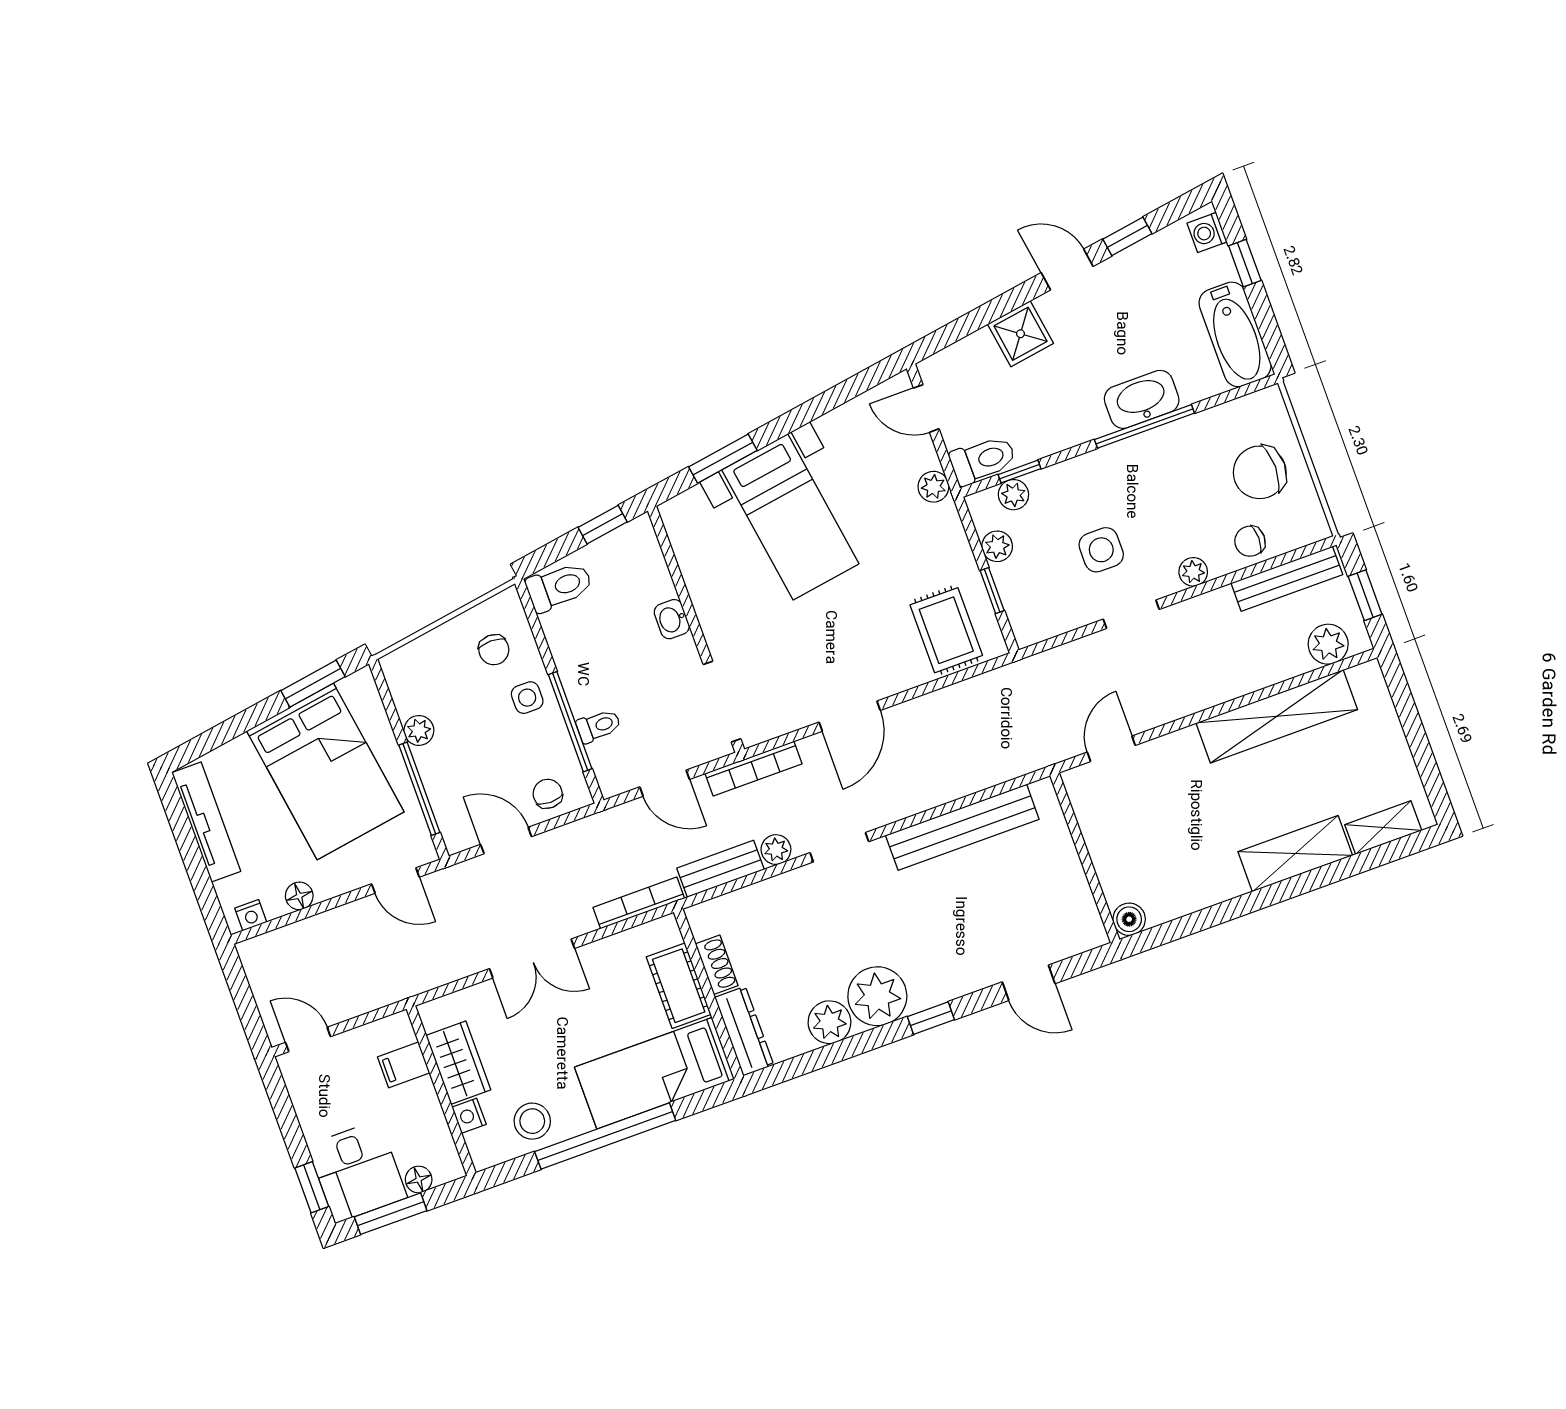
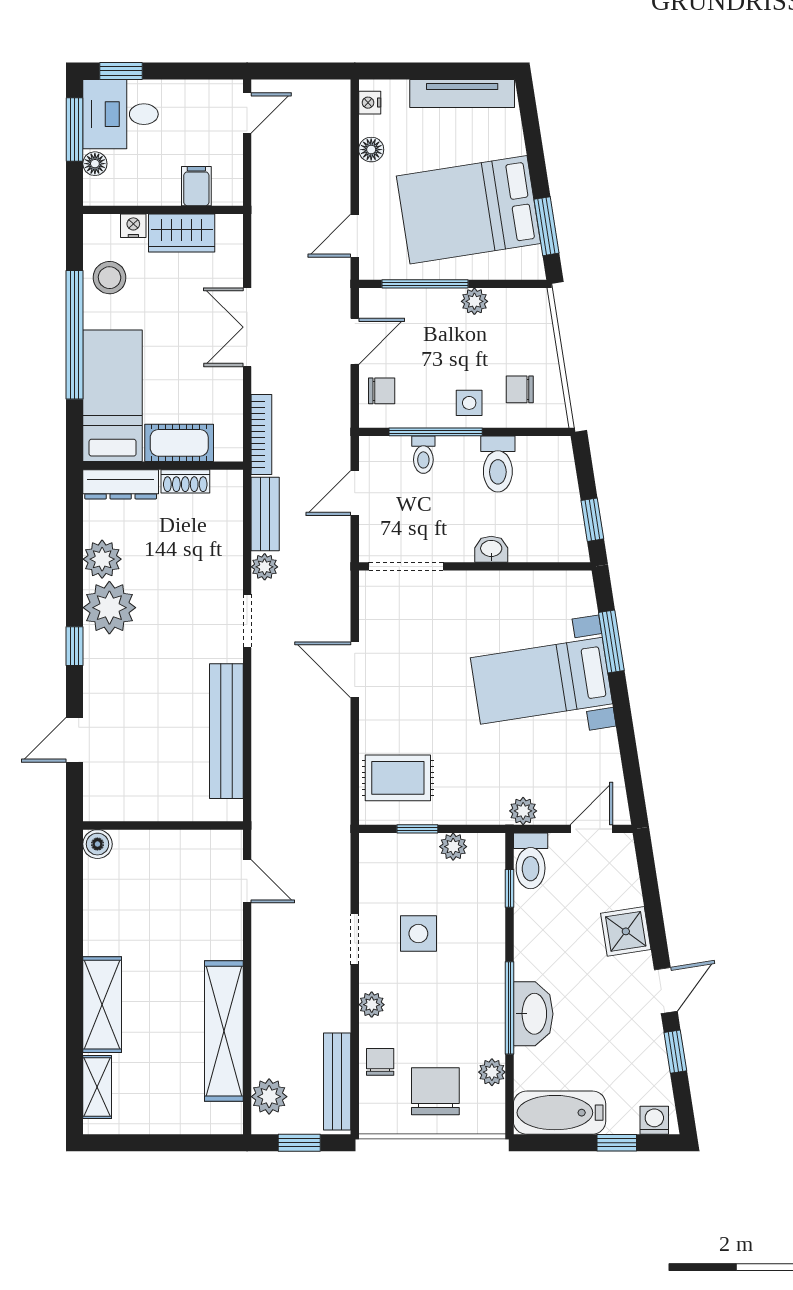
plant: (1013, 495) -> (492, 1072), moved
toilet: (559, 587) -> (498, 464), moved
bookcase: (754, 769) -> (340, 573), removed

